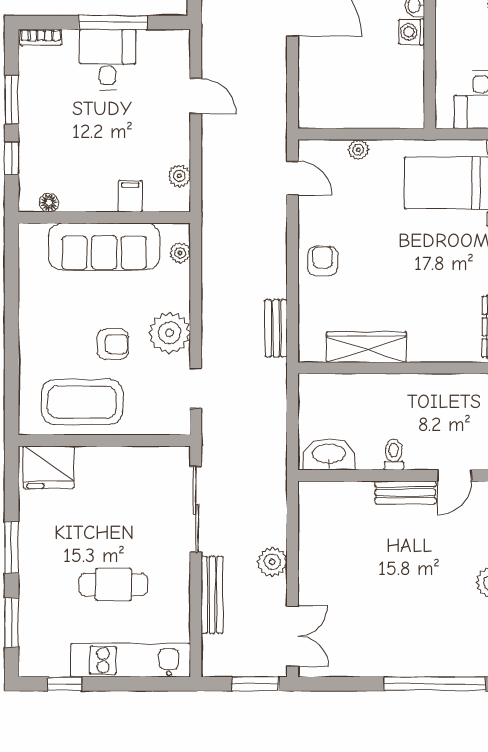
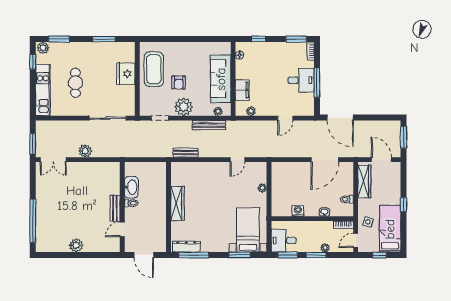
washing machine: (411, 32) -> (298, 211), moved
window: (12, 100) -> (296, 39), moved
door: (293, 178) -> (237, 160), moved
filing cabinet: (130, 196) -> (242, 90), width x2.00
armchair: (323, 261) -> (214, 173), removed
wardrobe: (366, 347) -> (177, 203), moved
washbasin: (329, 454) -> (131, 187), moved
fridge: (49, 467) -> (126, 74), moved
door: (455, 475) -> (122, 229), hinge flipped
window: (12, 548) -> (104, 39), moved
bench: (212, 595) -> (209, 125), moved
plant: (32, 660) -> (43, 48), added

